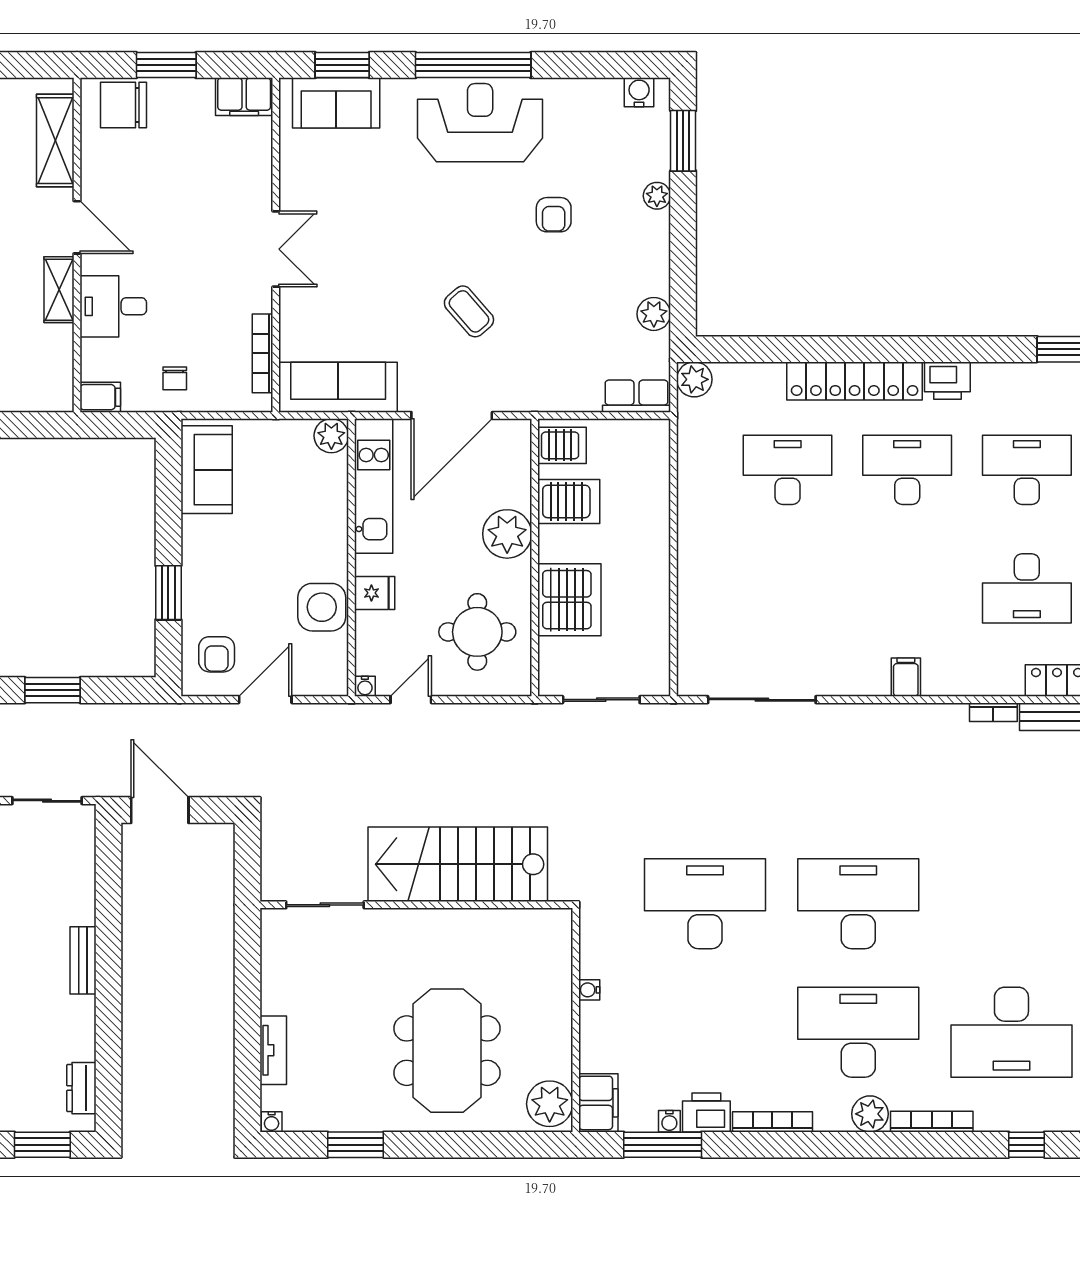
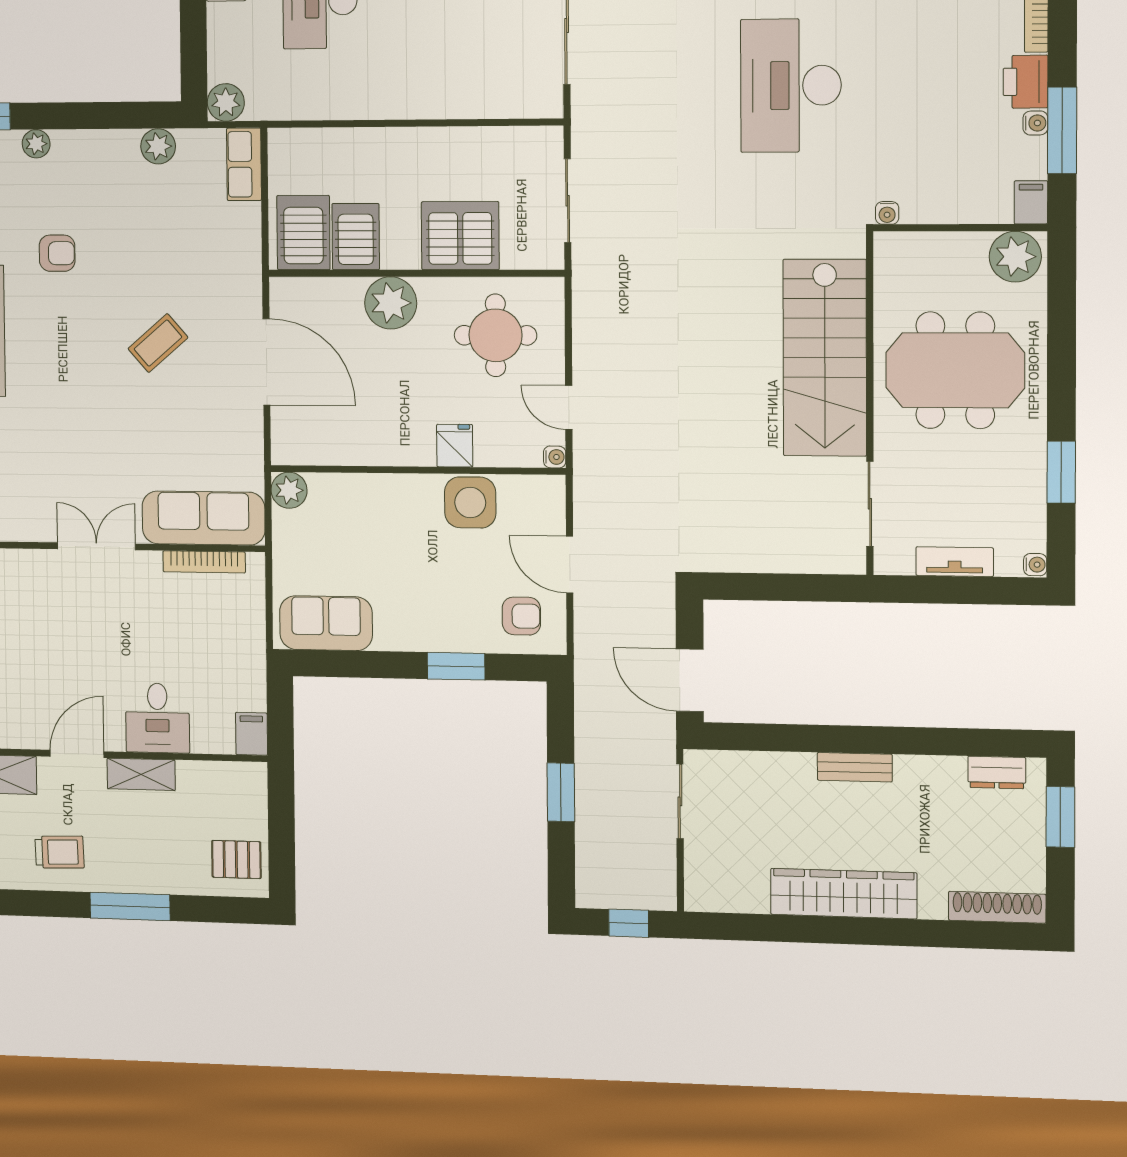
chair: (175, 378) -> (231, 655), removed
sofa: (338, 387) -> (203, 518), moved, turned 90
server rack: (562, 445) -> (303, 233), width x1.36, depth x1.44
kitchen unit: (374, 486) -> (341, 446), removed
door: (160, 810) -> (690, 680), hinge flipped
stairs: (458, 864) -> (825, 358), moved
sliding door: (325, 905) -> (870, 504), moved
wall: (416, 905) -> (870, 404), moved
filing cabinet: (598, 1103) -> (1031, 202), width x0.50

